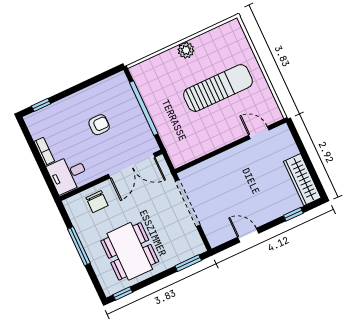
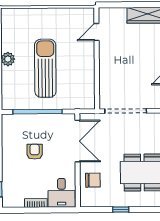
sun lounger: (218, 88) -> (45, 68), moved
window: (79, 246) -> (121, 210), width x0.46

